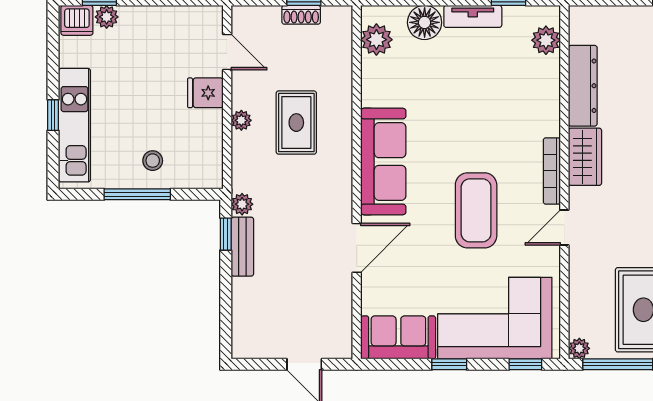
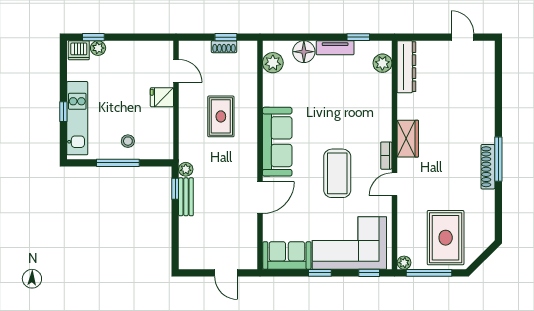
dresser: (583, 86) -> (406, 67), moved
plant: (241, 120) -> (185, 115), removed
bookcase: (552, 171) -> (386, 156), width x0.64

